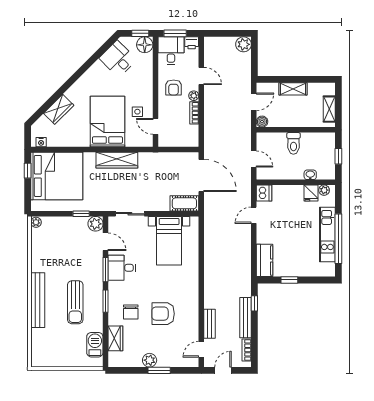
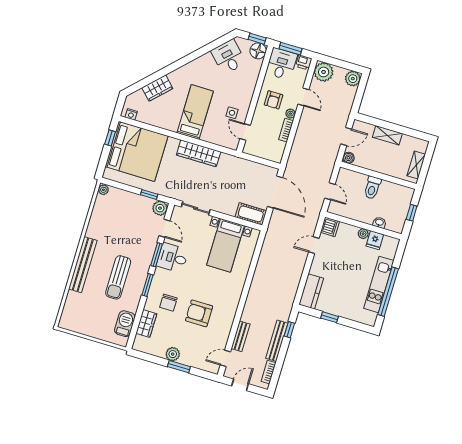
plant: (214, 46) -> (324, 72), added
bed: (107, 122) -> (195, 112), width x0.67
plant: (324, 190) -> (363, 234), moved

